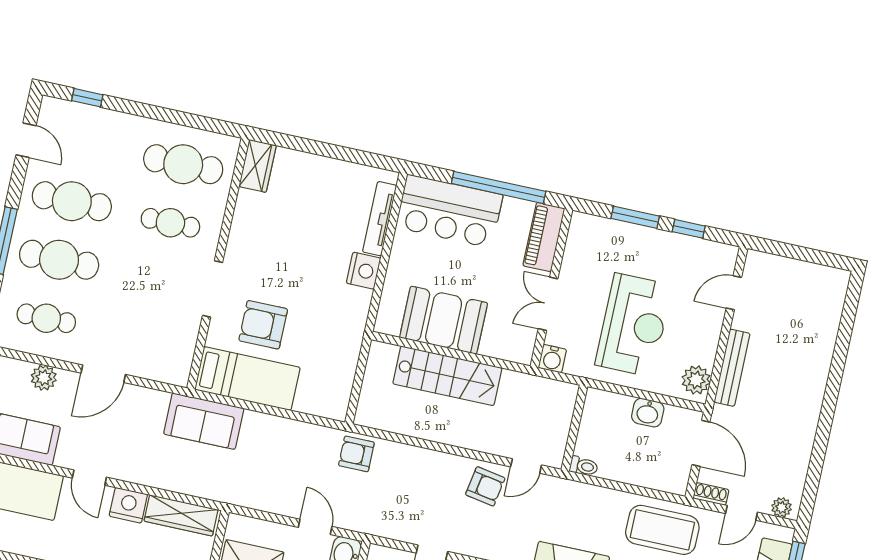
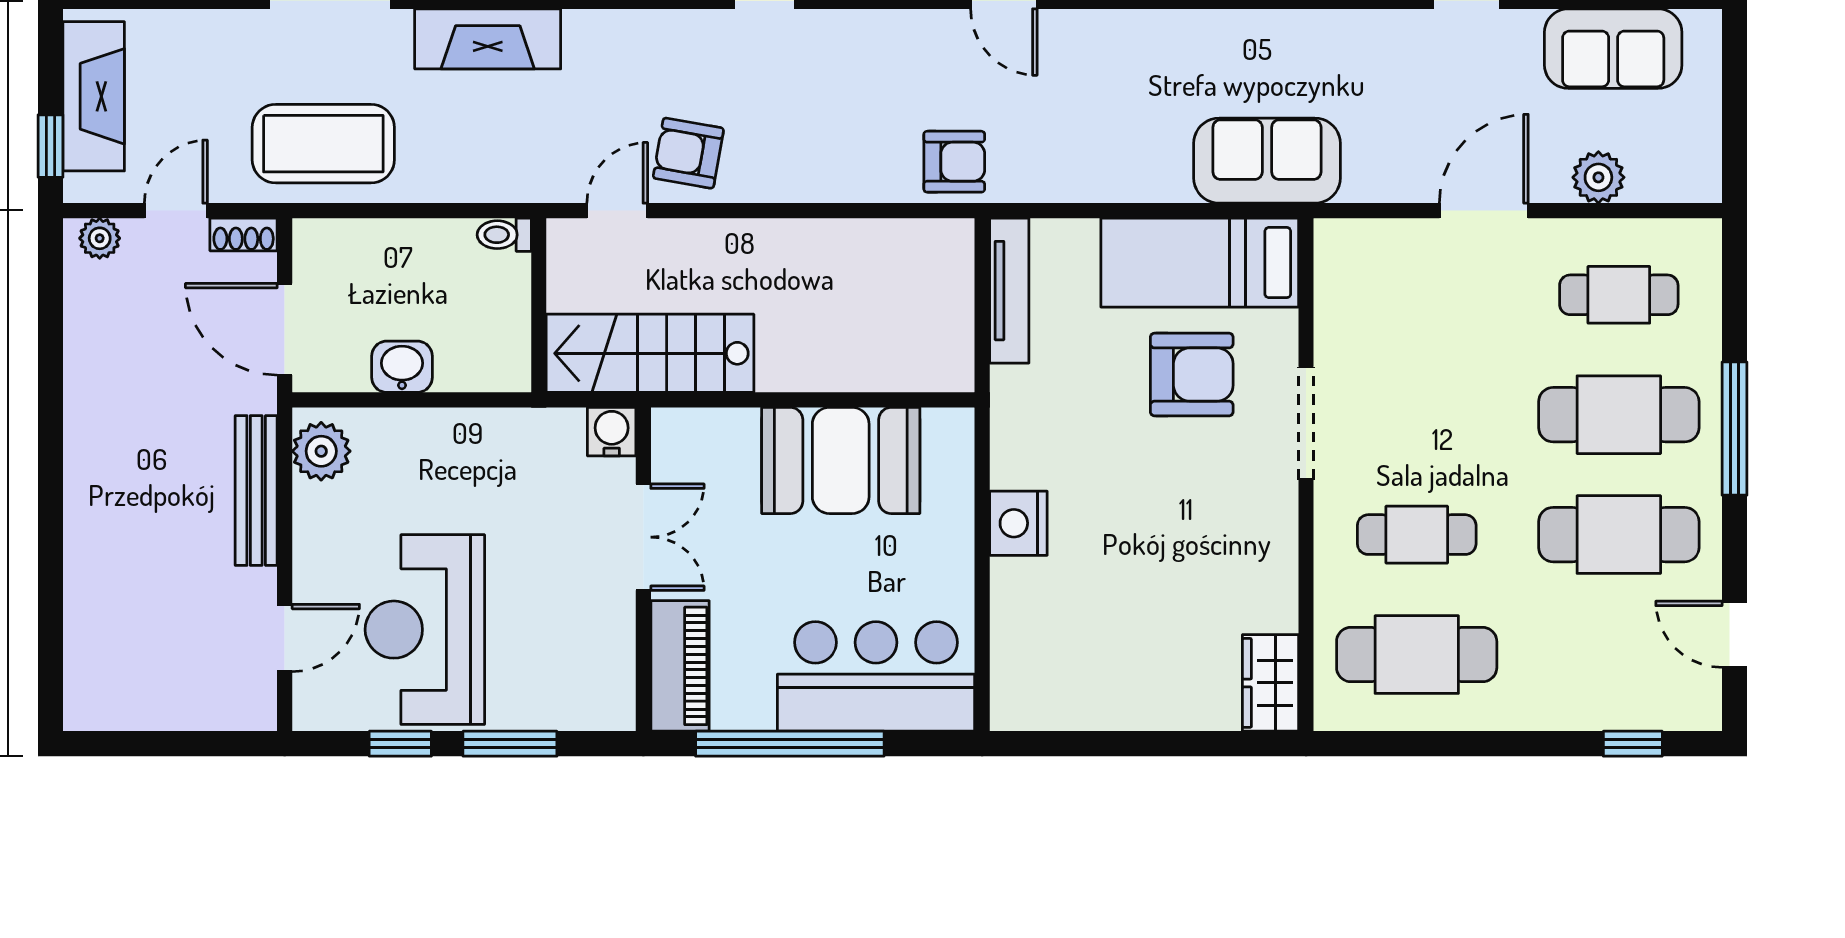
tv unit: (380, 219) -> (1009, 291), moved
reception desk: (634, 325) -> (425, 630), moved
stairs: (447, 376) -> (650, 353), moved

